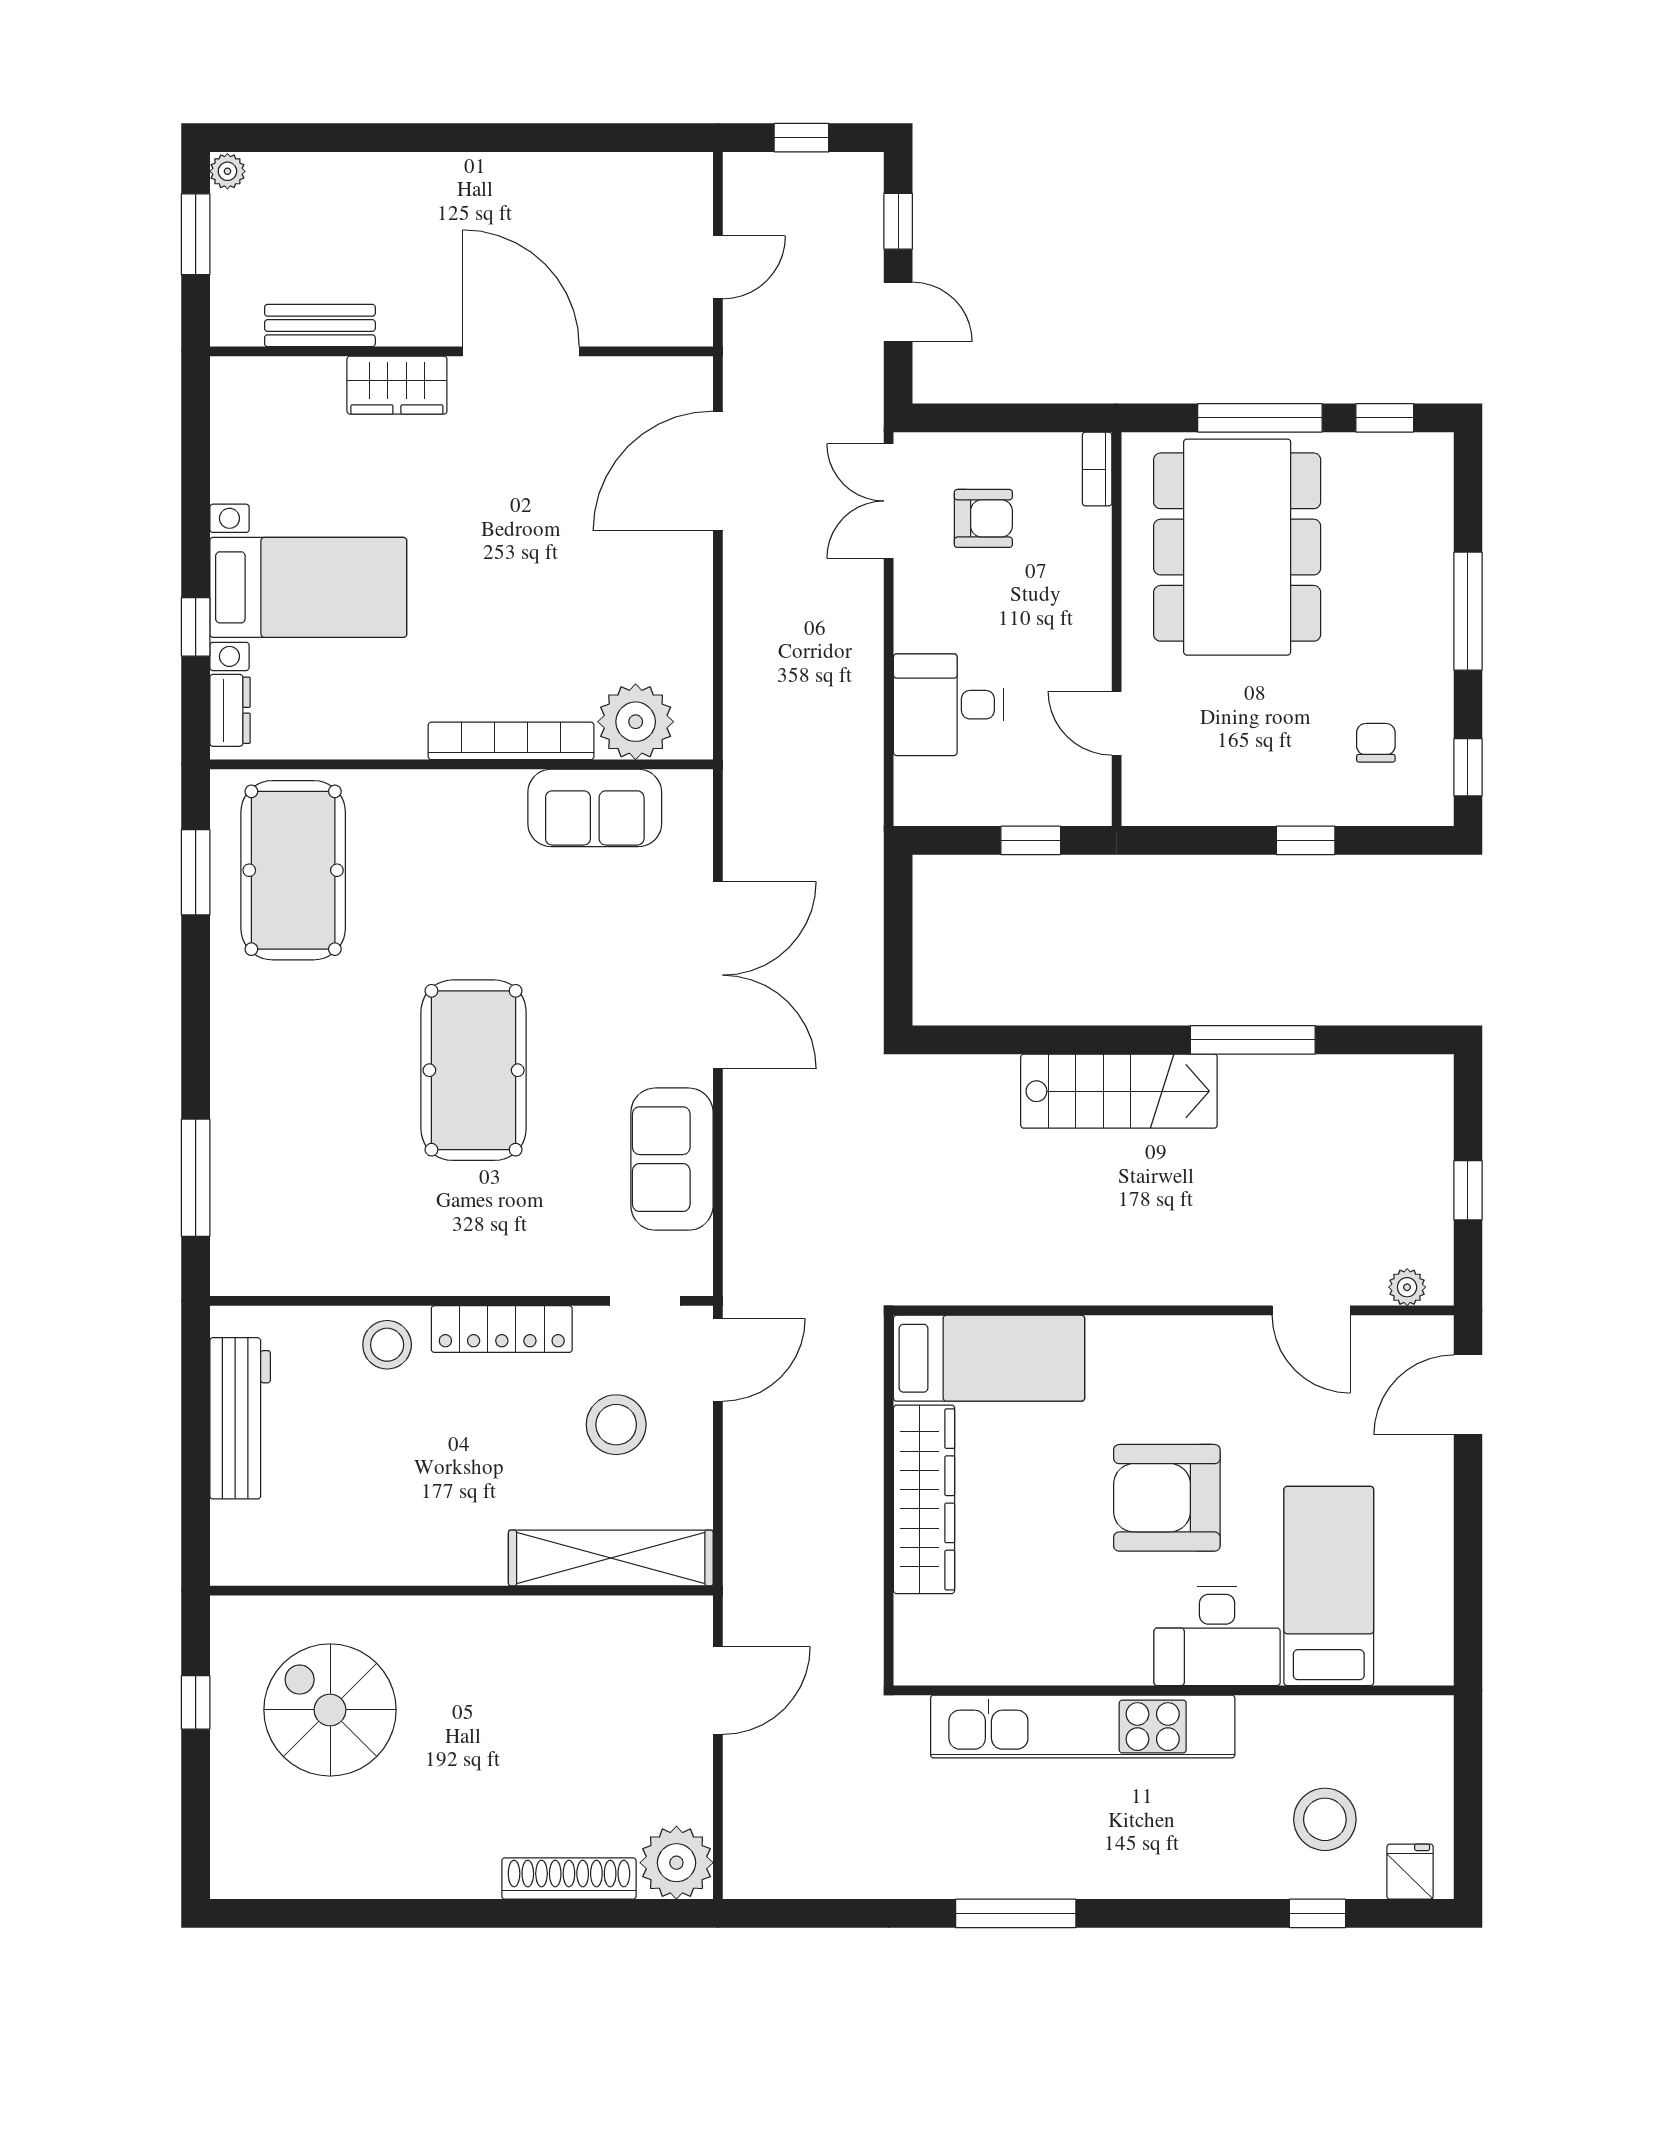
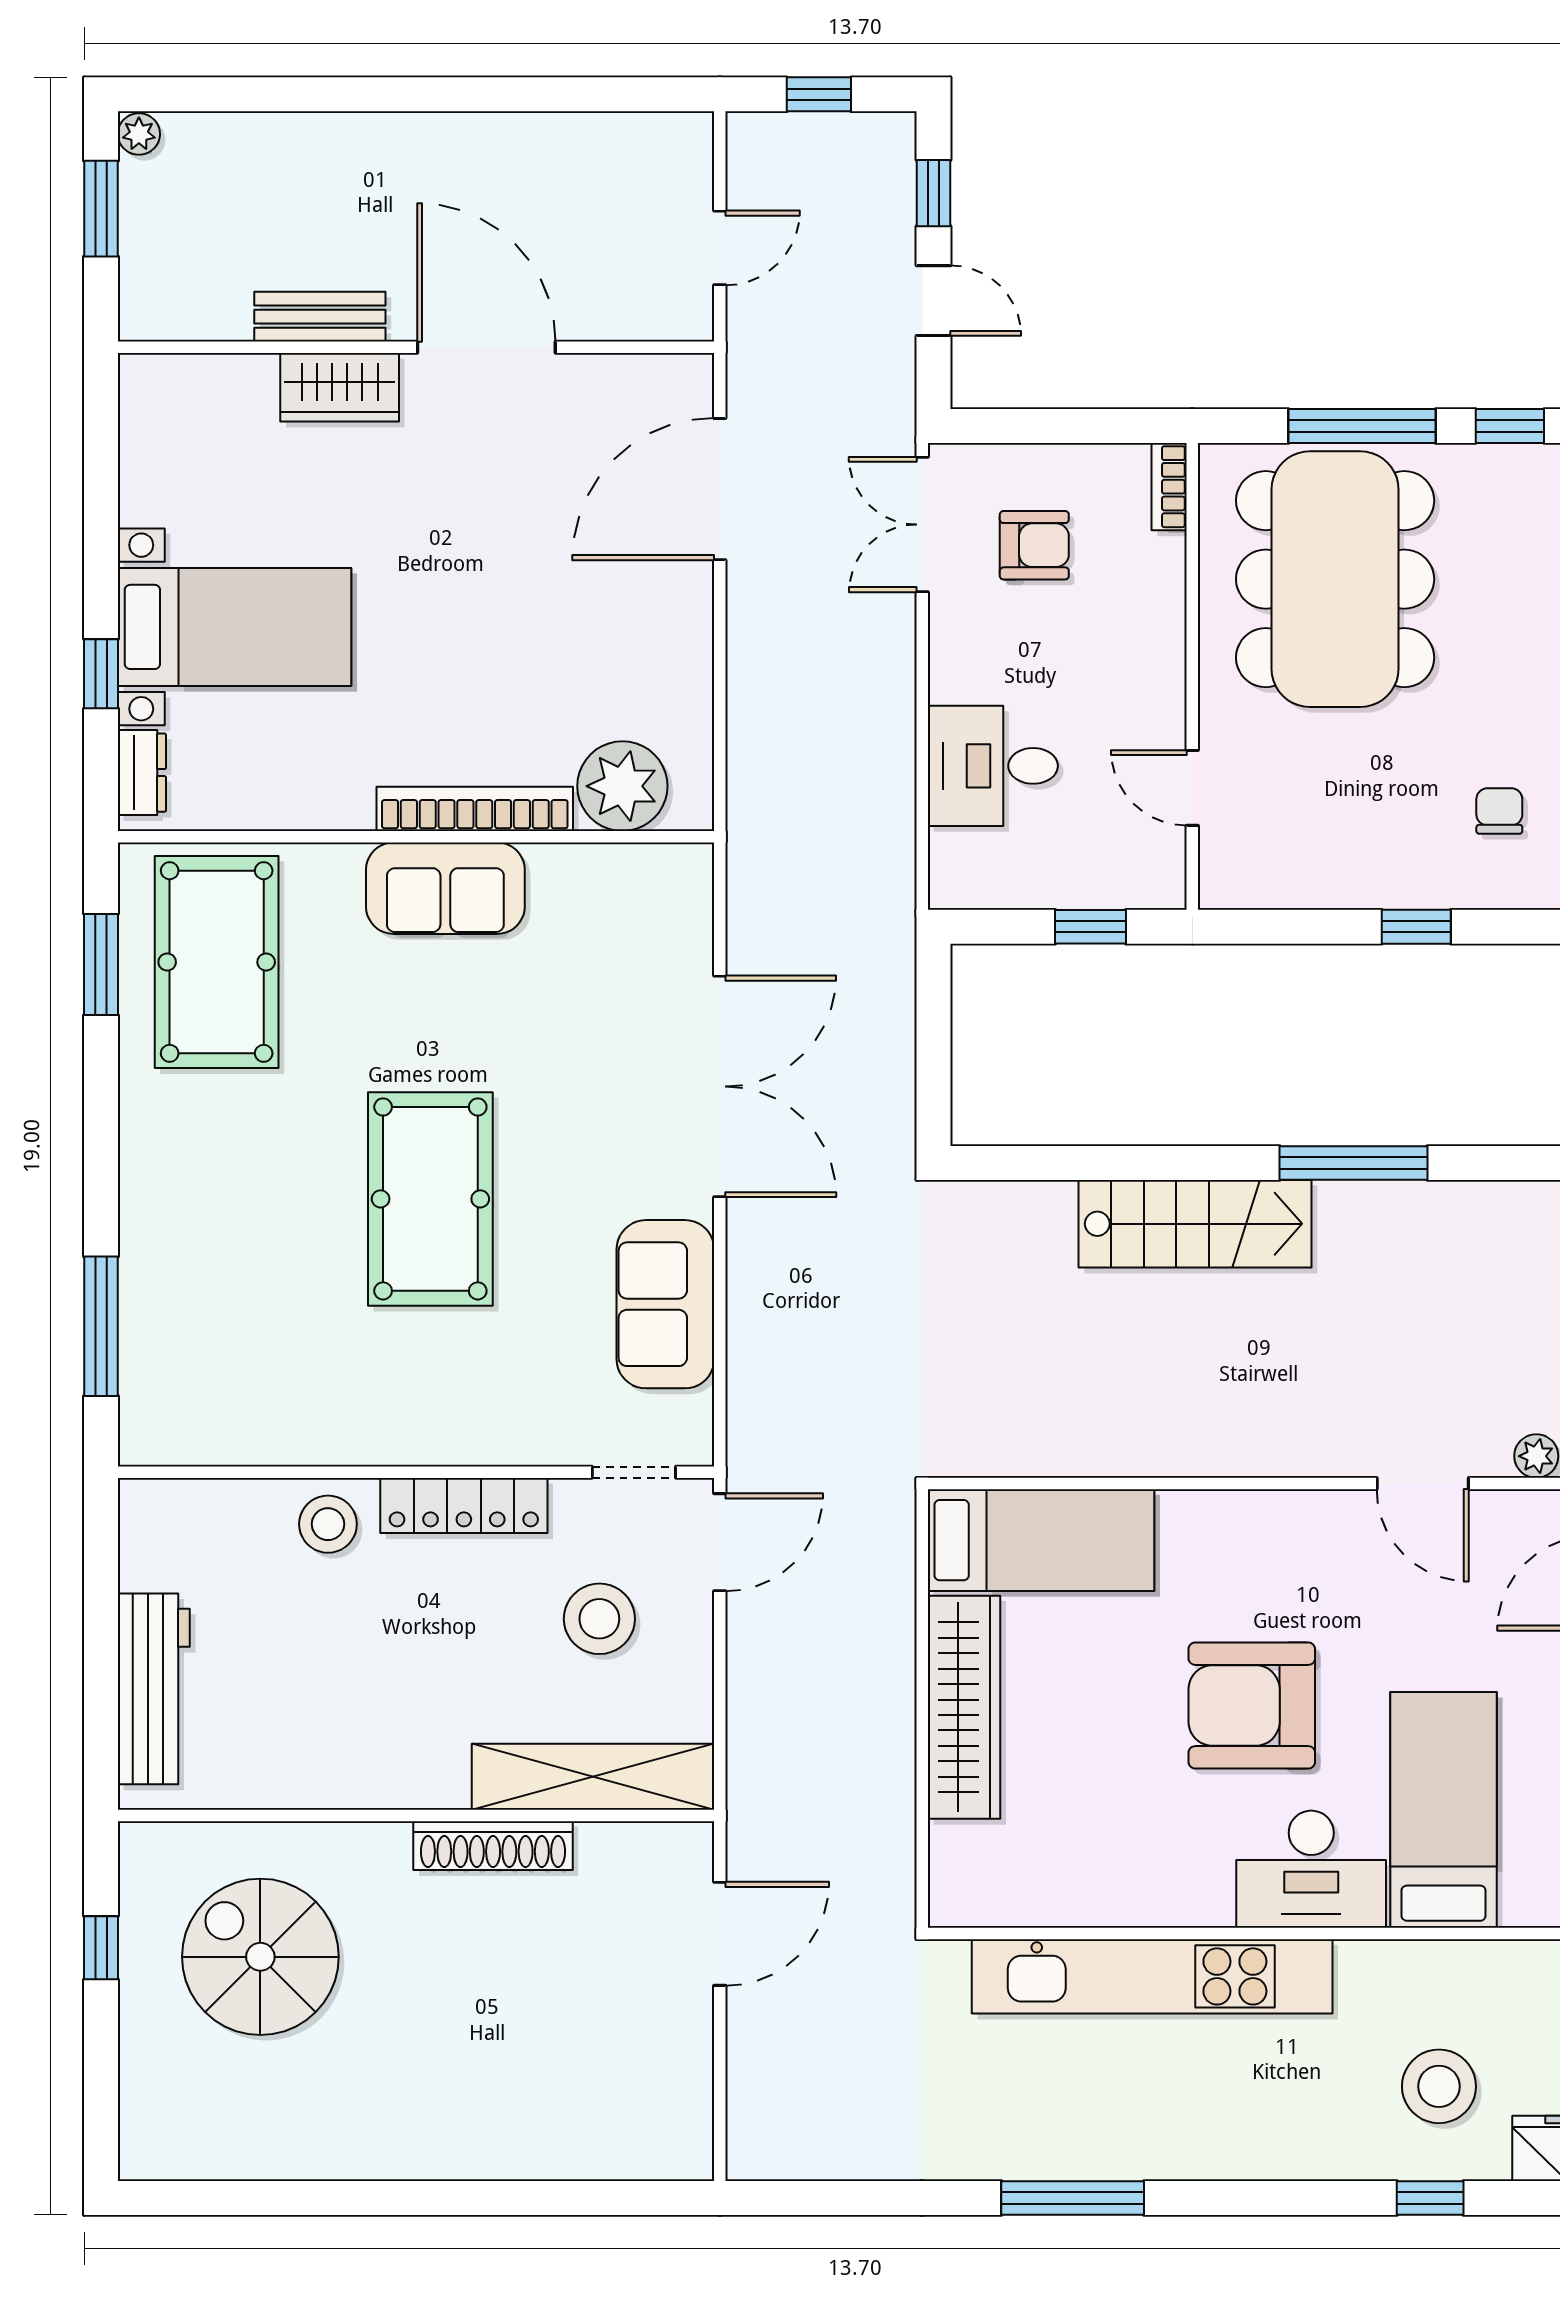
bench: (320, 326) -> (320, 317), moved
sofa: (595, 808) -> (445, 888), moved
workbench: (240, 1418) -> (154, 1689), moved
plant: (676, 1863) -> (671, 2138), removed
shoe rack: (569, 1879) -> (493, 1846), moved, turned 180

